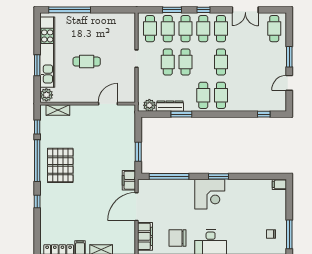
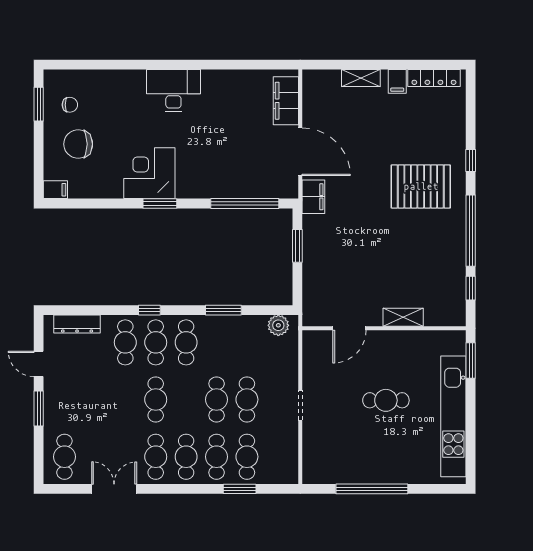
window: (70, 10) -> (372, 489), moved
window: (203, 10) -> (186, 489), removed
cafe table: (150, 29) -> (125, 342), moved
window: (37, 65) -> (471, 361), moved
door: (289, 83) -> (39, 364), swing flipped
plant: (46, 95) -> (455, 343), removed
dresser: (170, 106) -> (77, 324), moved
shelving: (58, 110) -> (403, 317), moved
window: (264, 114) -> (149, 310), moved
pallet: (60, 165) -> (421, 186), moved, turned 90
corner desk: (210, 194) -> (149, 173), moved
door: (137, 207) -> (300, 152), hinge flipped
window: (289, 234) -> (39, 104), width x0.69
chair: (178, 238) -> (78, 144), moved, turned 180

